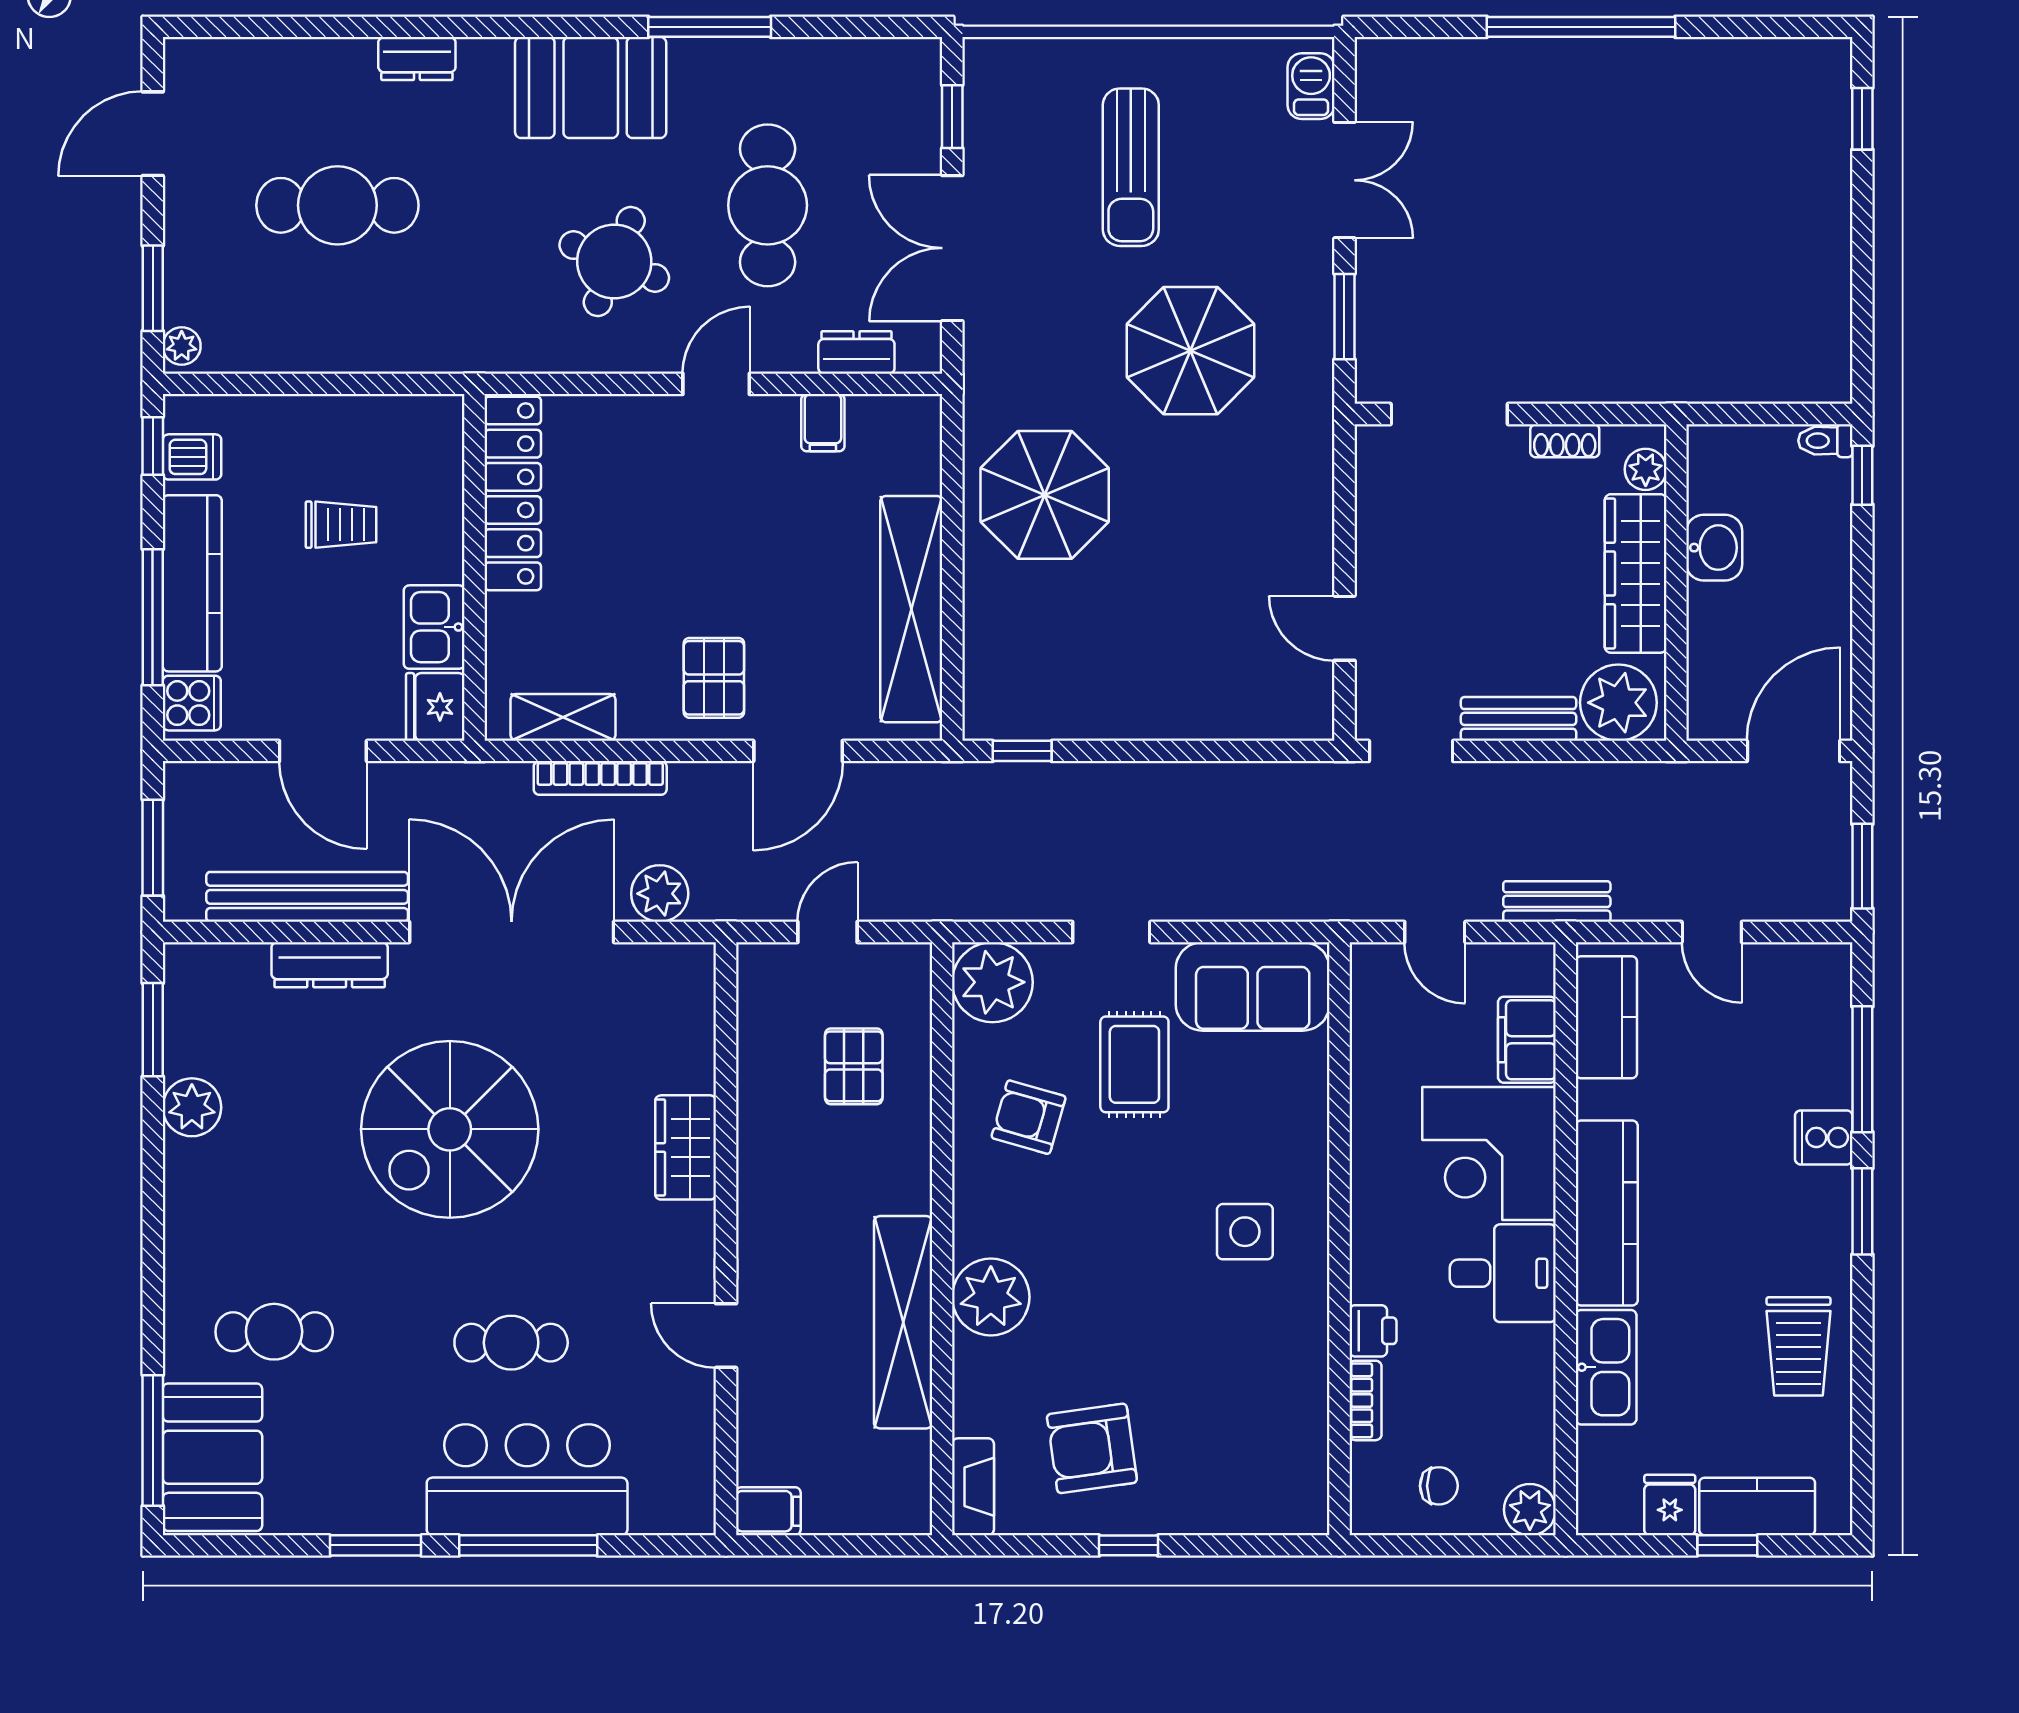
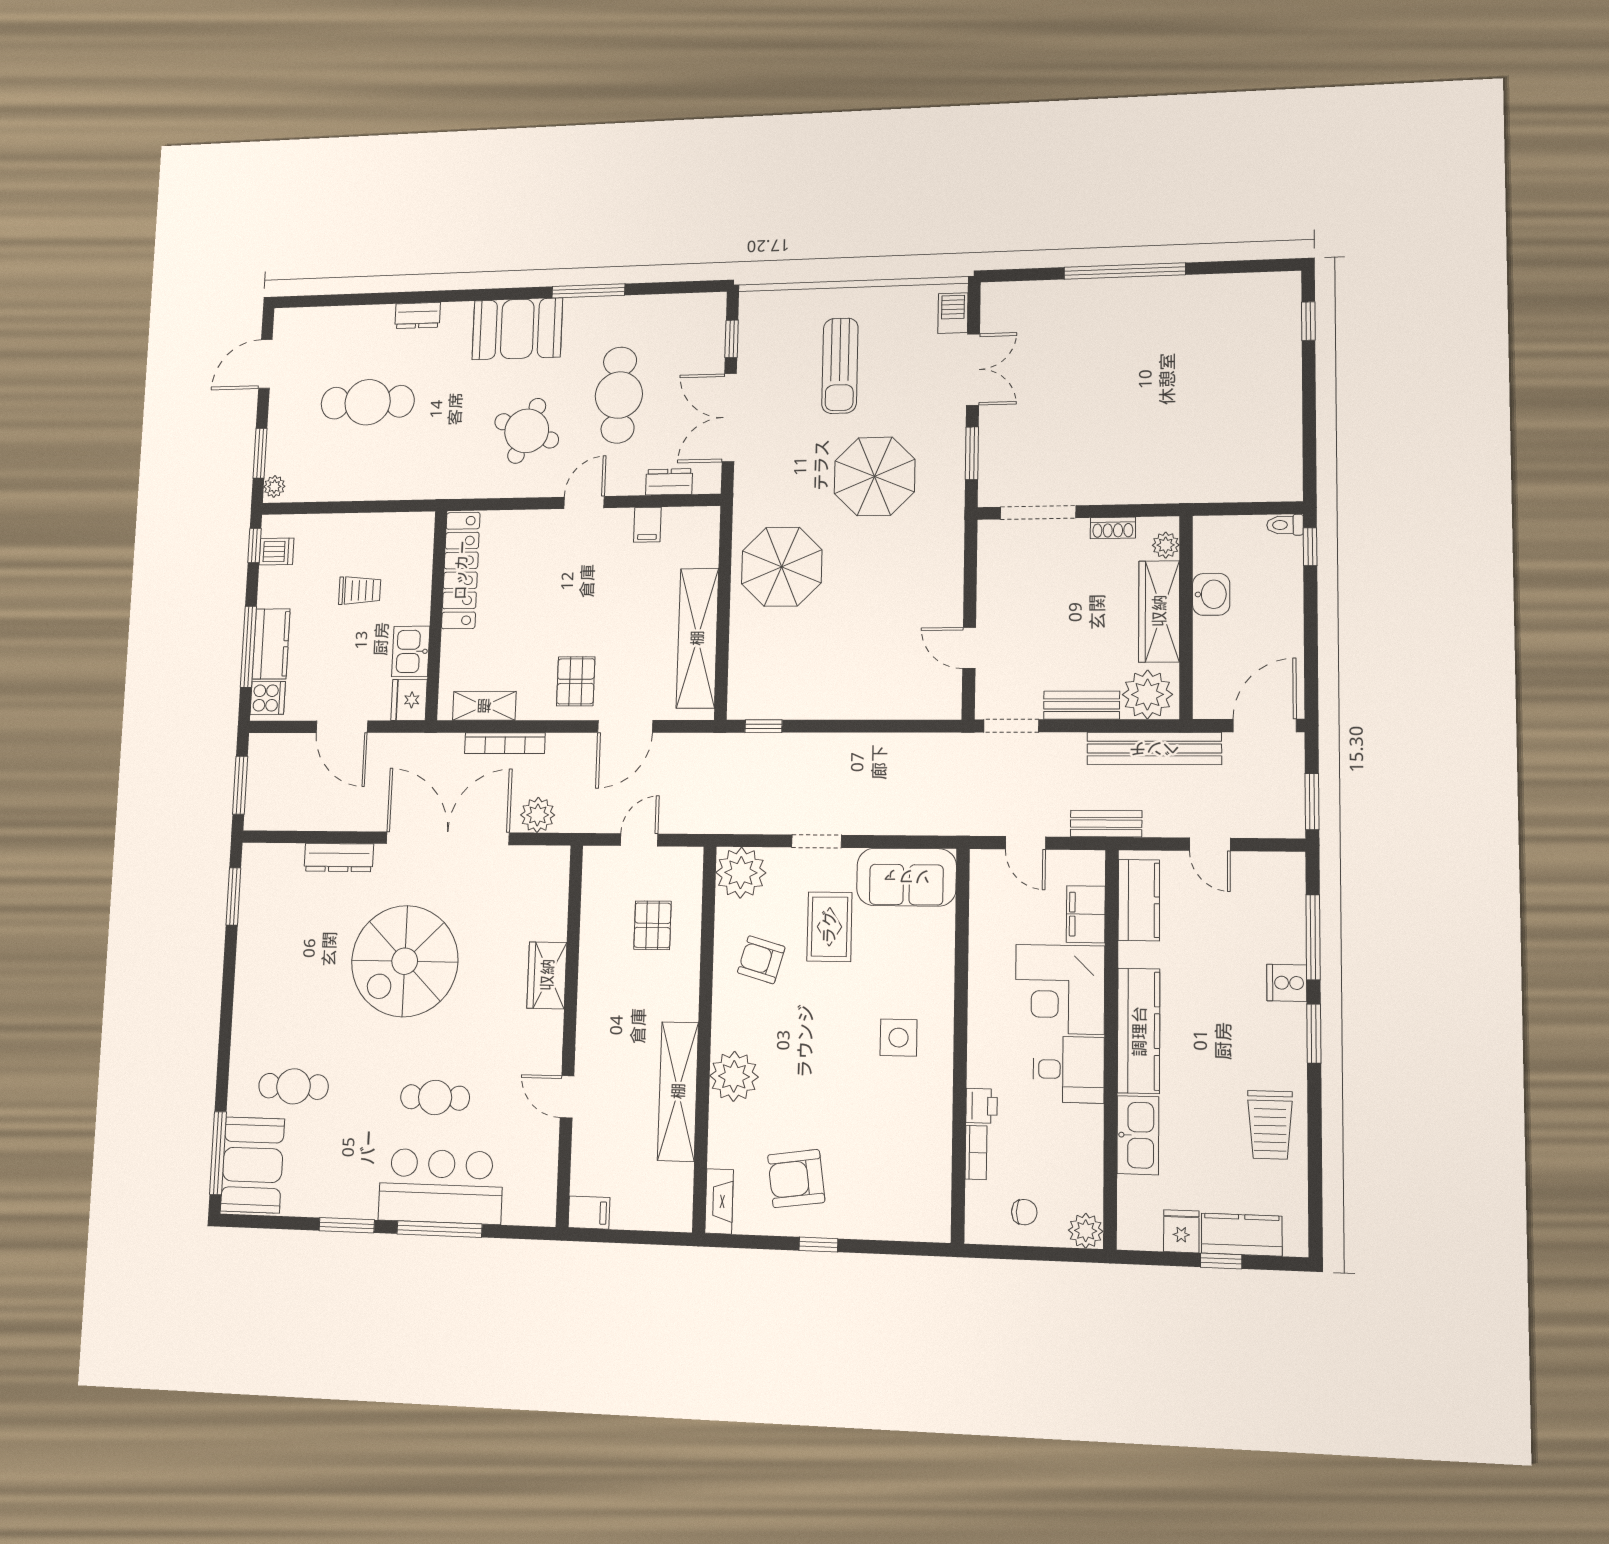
kitchen counter: (192, 583) -> (271, 644), width x0.67
bench: (307, 897) -> (1154, 749), moved
plant: (192, 1107) -> (253, 945), removed

